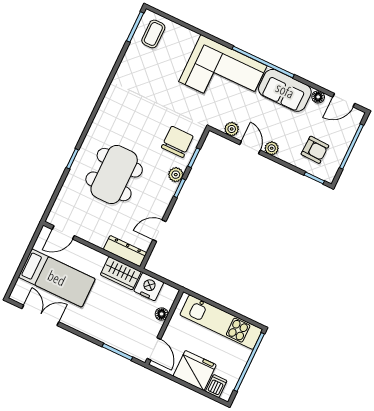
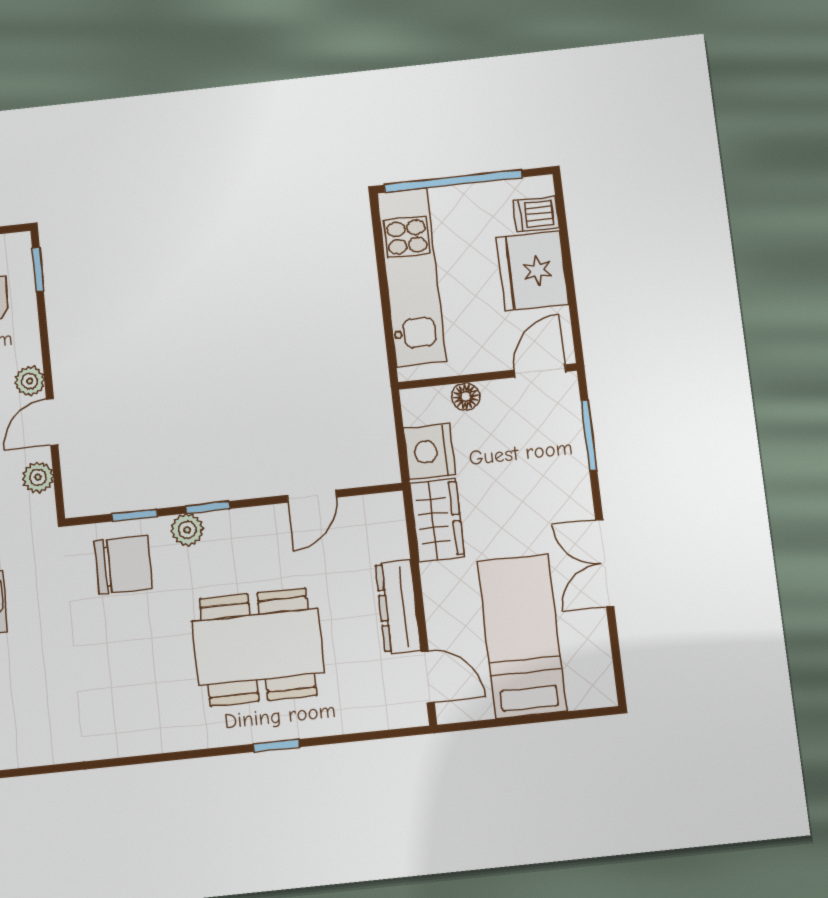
chair: (177, 142) -> (123, 565), turned 180
door: (159, 231) -> (312, 496), hinge flipped
dresser: (125, 251) -> (398, 607), moved
double door: (40, 315) -> (605, 563), moved

